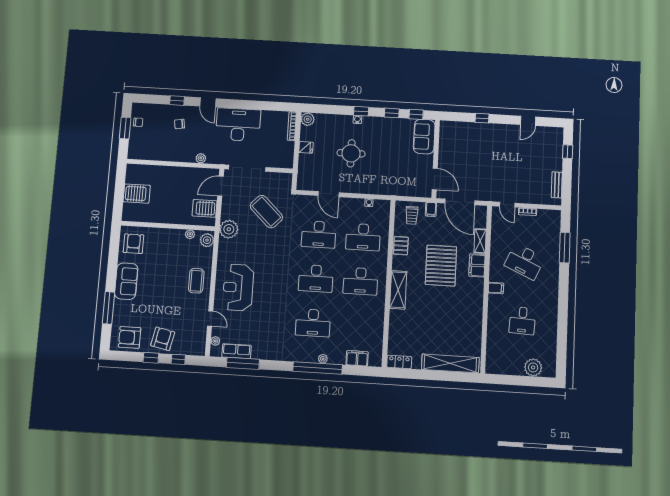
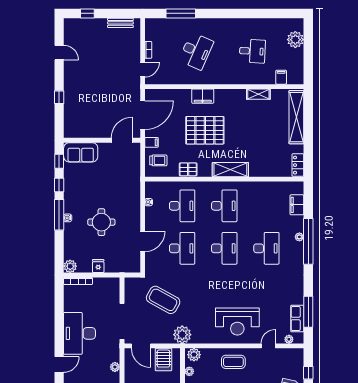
window: (361, 111) -> (59, 215), width x2.17
coffee table: (266, 212) -> (163, 300), turned 75
shelving: (480, 241) -> (258, 94), moved
filing cabinet: (496, 288) -> (281, 77), moved

